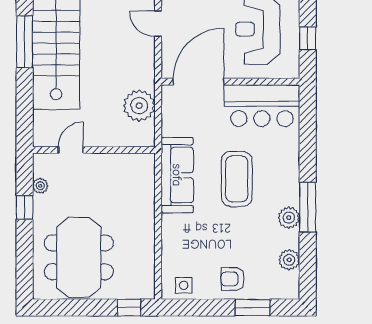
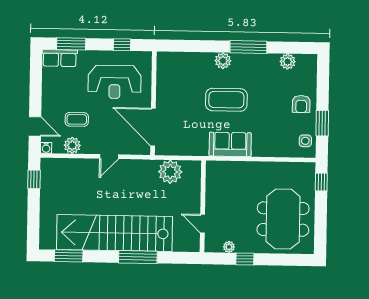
window: (25, 42) -> (138, 257), moved
bar counter: (262, 106) -> (172, 80), removed
sofa: (177, 175) -> (230, 144), width x0.73
plant: (289, 218) -> (223, 61), moved
meeting table: (79, 257) -> (283, 219), turned 90
window: (252, 308) -> (322, 123), moved

